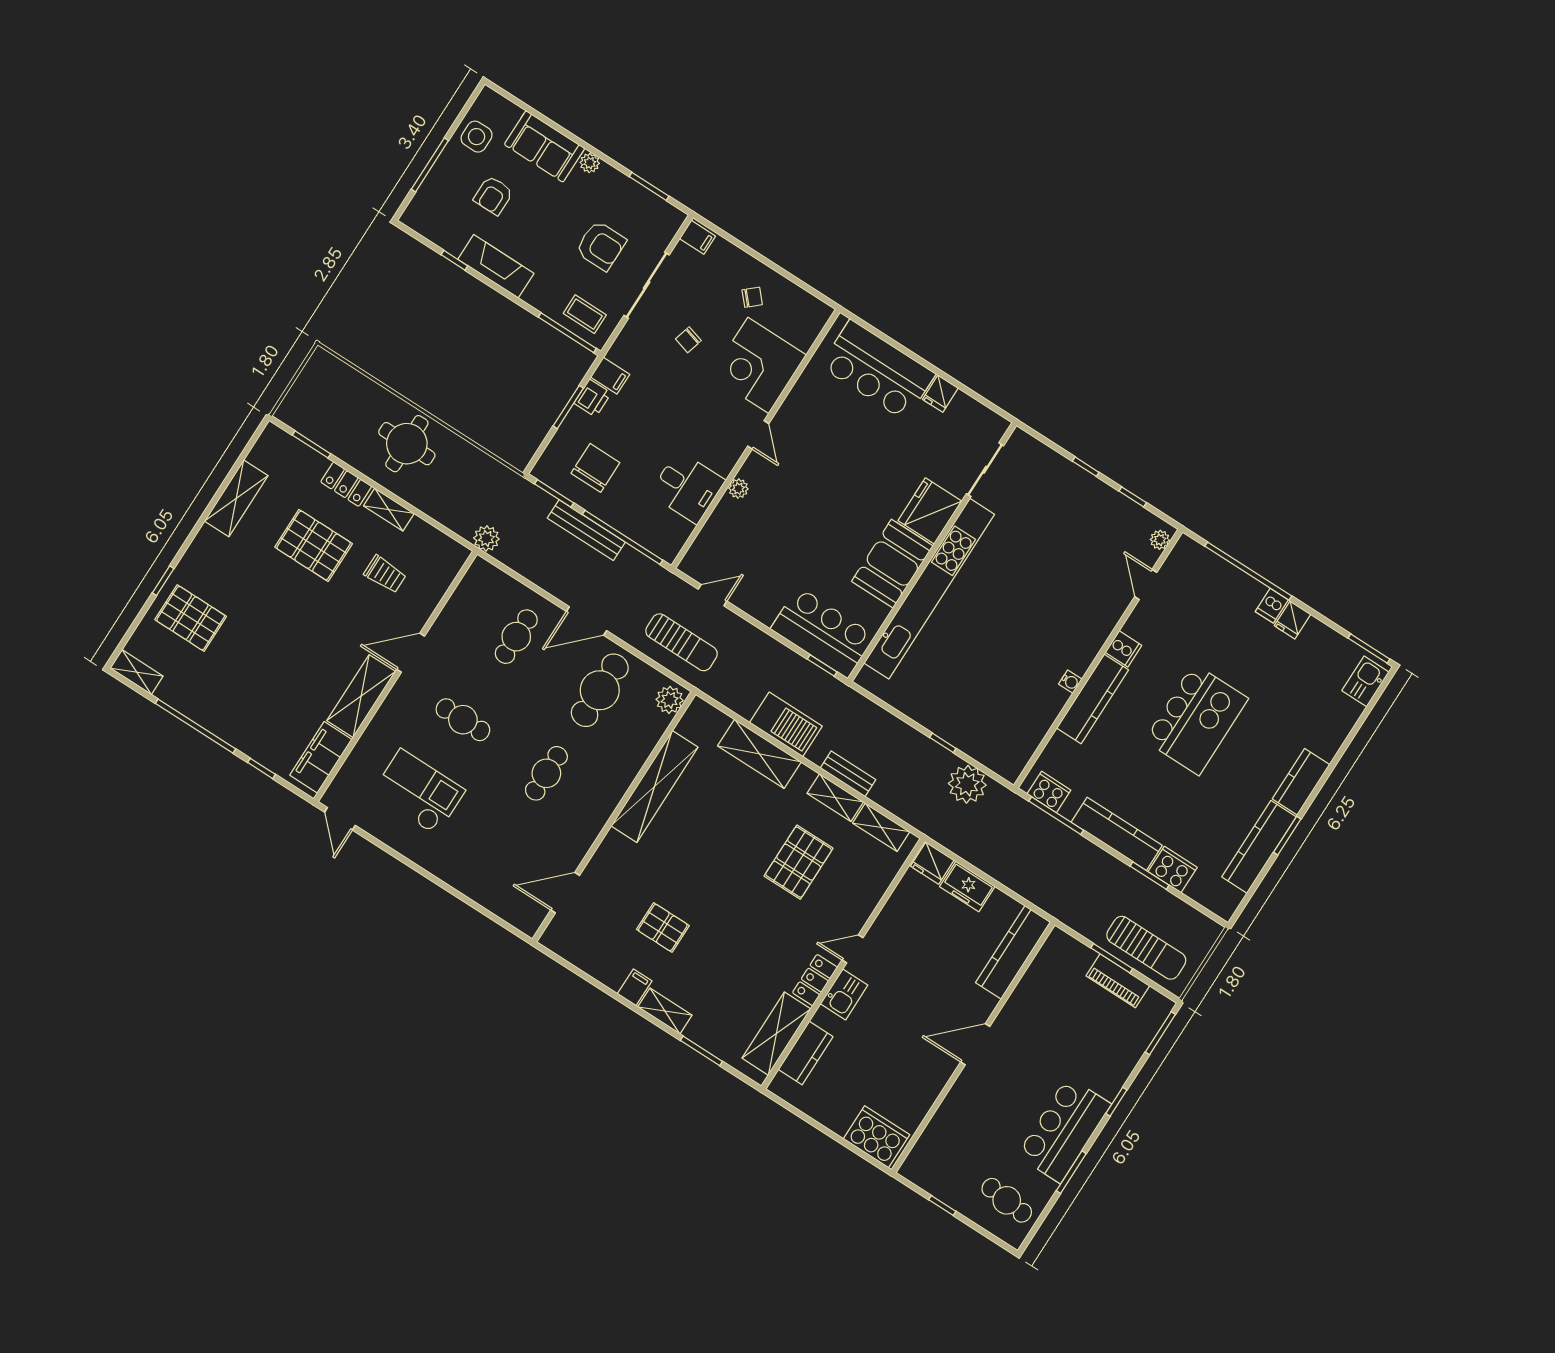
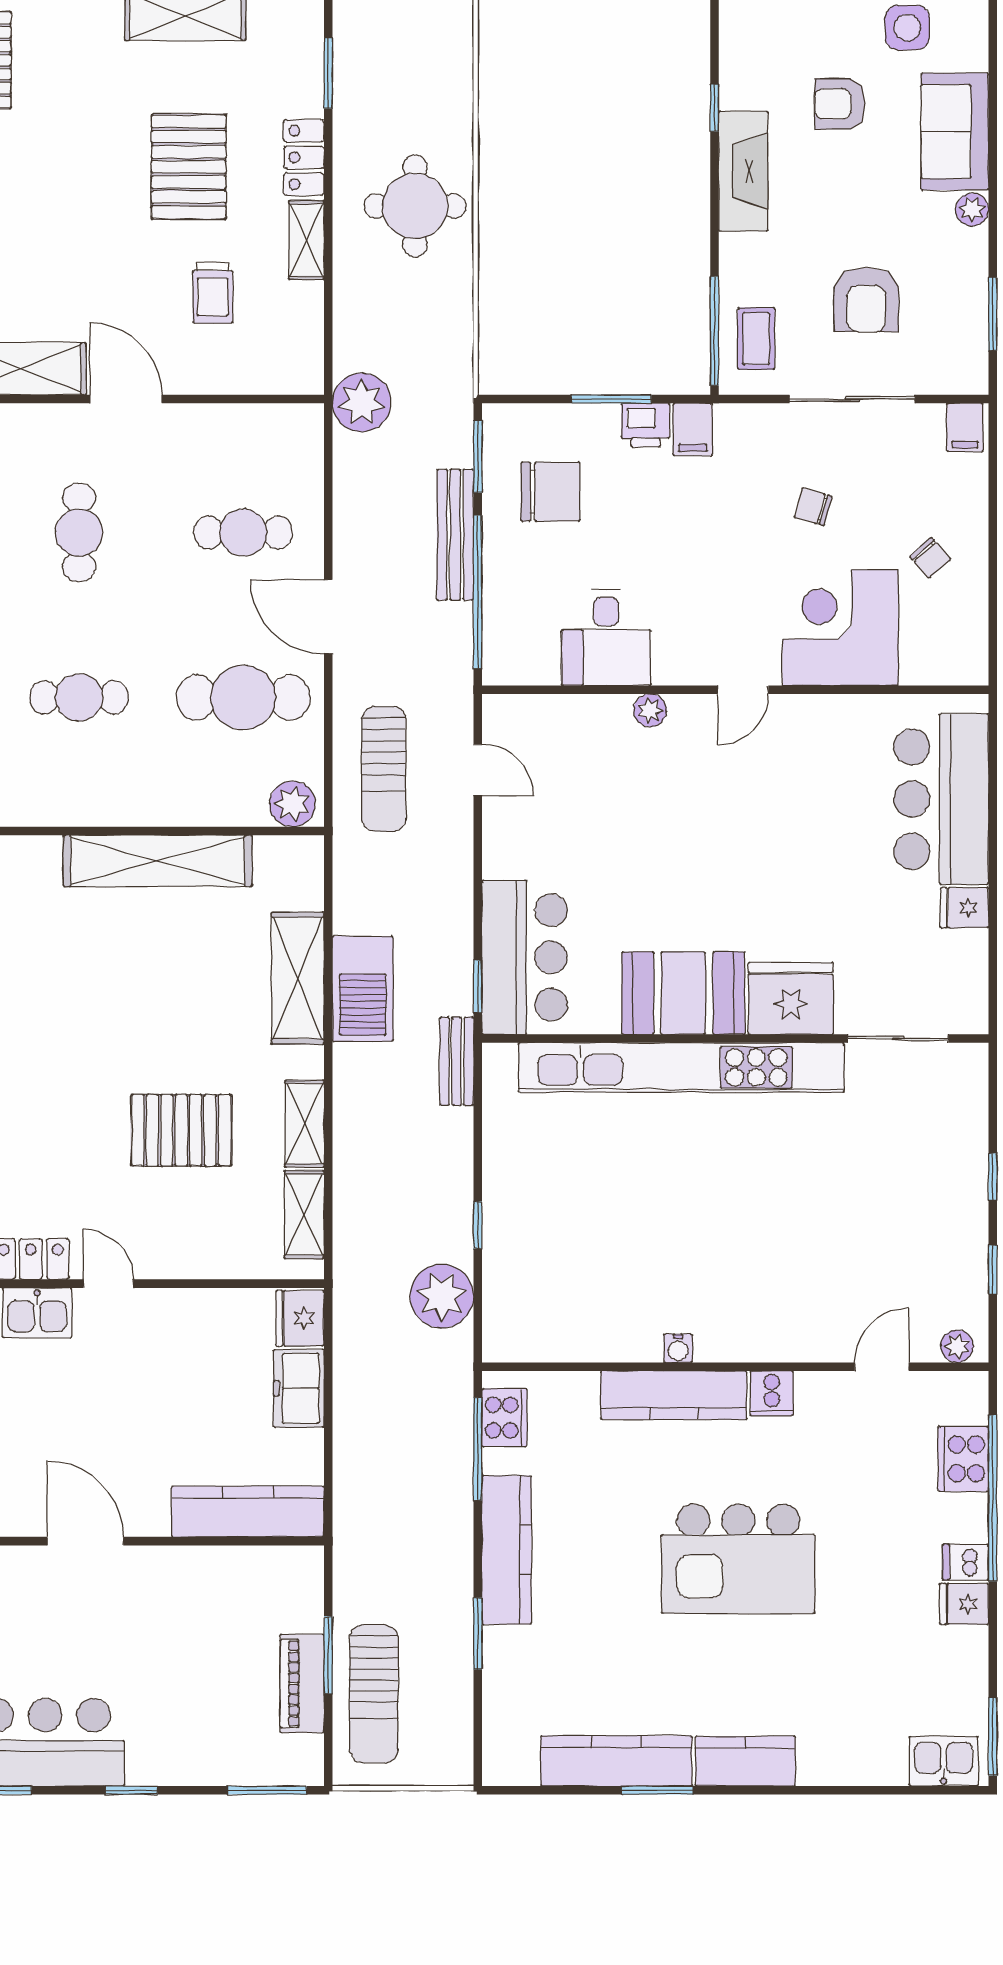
plant: (486, 538) -> (362, 402), width x1.36, depth x1.36
bench: (848, 774) -> (457, 1061), moved
cooker: (1173, 870) -> (963, 1459), moved, turned 180

